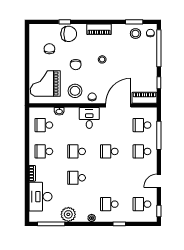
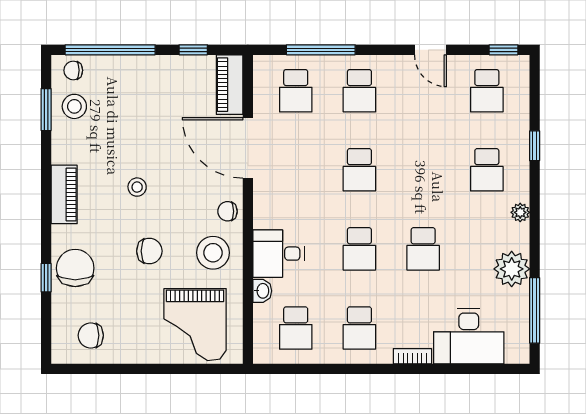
chair: (49, 49) -> (91, 335), moved
desk: (89, 118) -> (278, 254), moved

